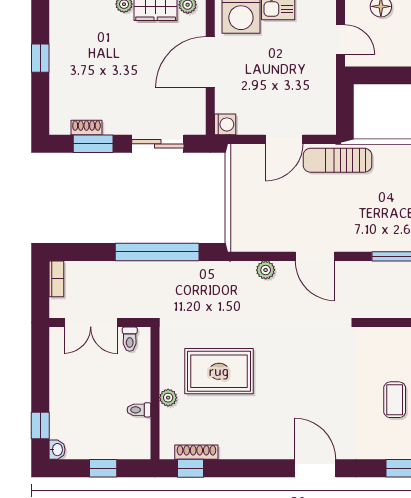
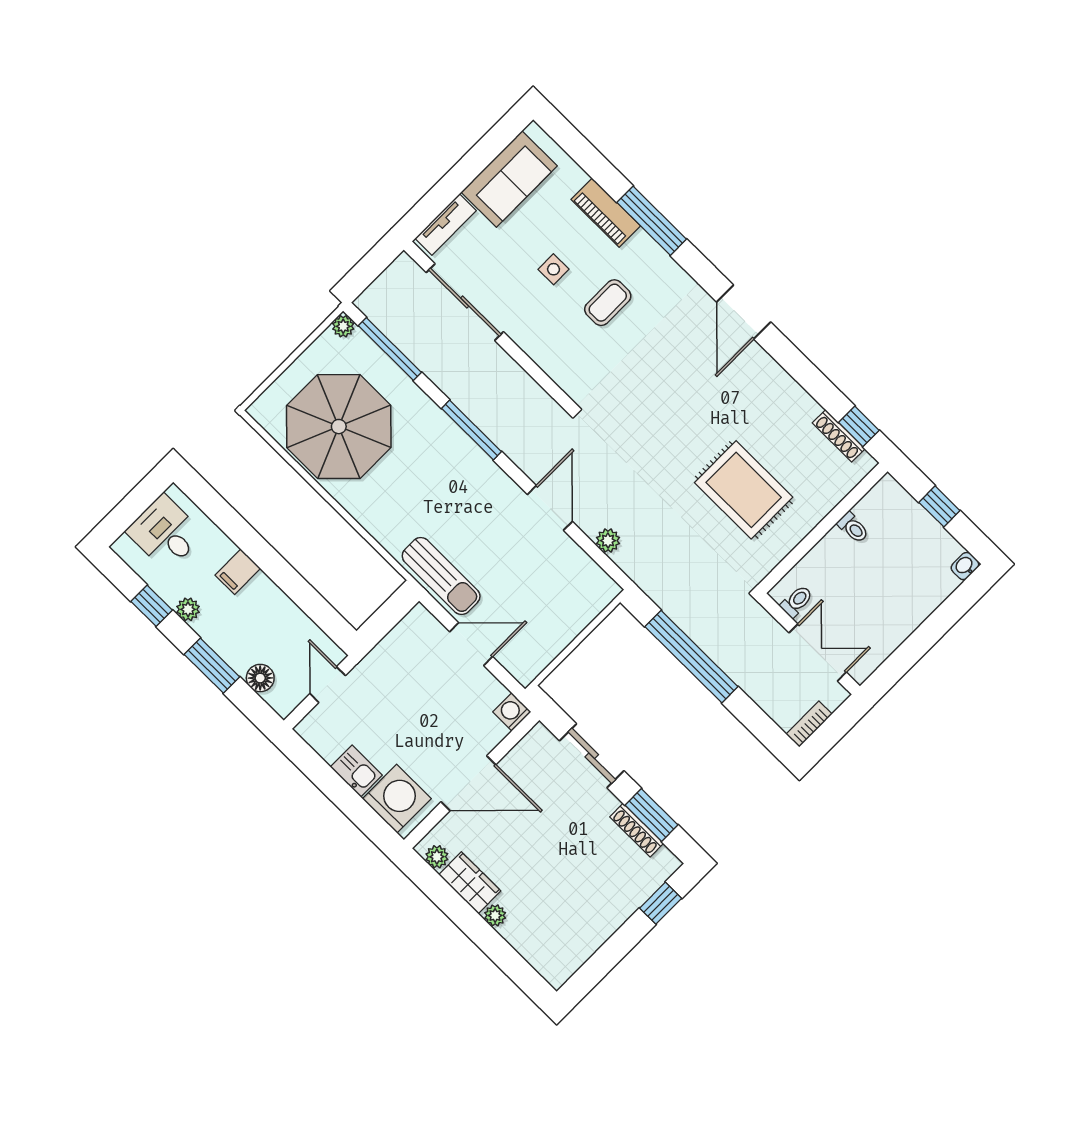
window: (40, 58) -> (661, 903), moved
shoe rack: (86, 127) -> (637, 830), width x1.43
plant: (168, 398) -> (815, 512), removed
window: (40, 425) -> (958, 604), removed

